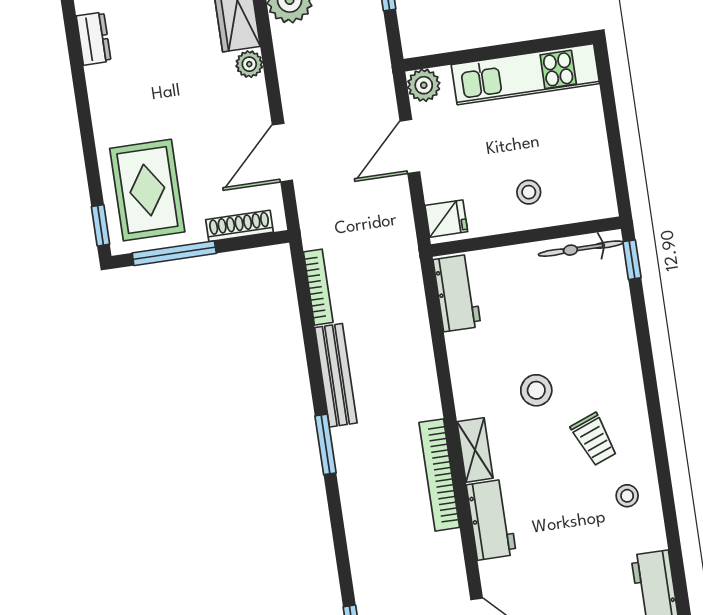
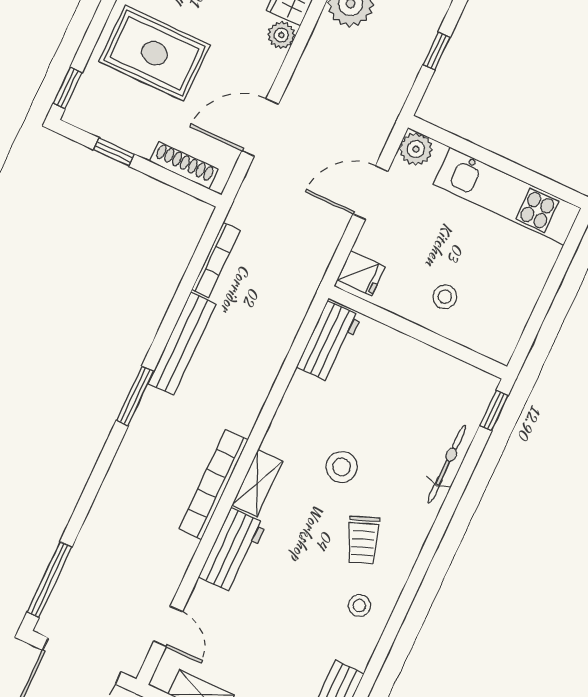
rug: (147, 190) -> (155, 53), moved, turned 90
bicycle: (581, 249) -> (447, 464), moved, turned 90
window: (174, 253) -> (114, 152), width x0.46

